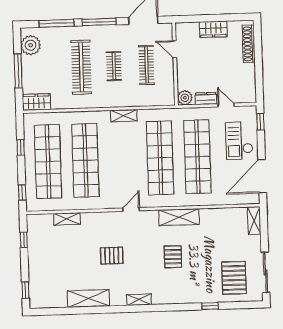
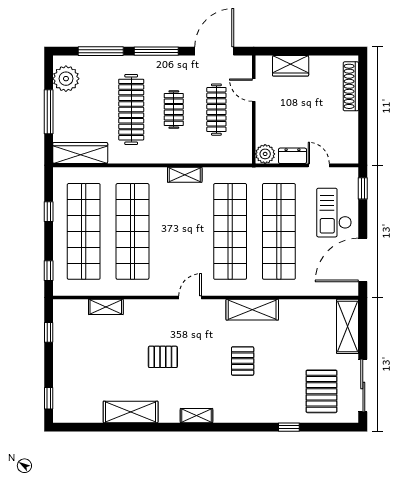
wardrobe: (213, 29) -> (291, 66), moved
wardrobe: (36, 102) -> (80, 153), width x1.50
shelving: (254, 221) -> (348, 326), width x1.50, depth x1.33

